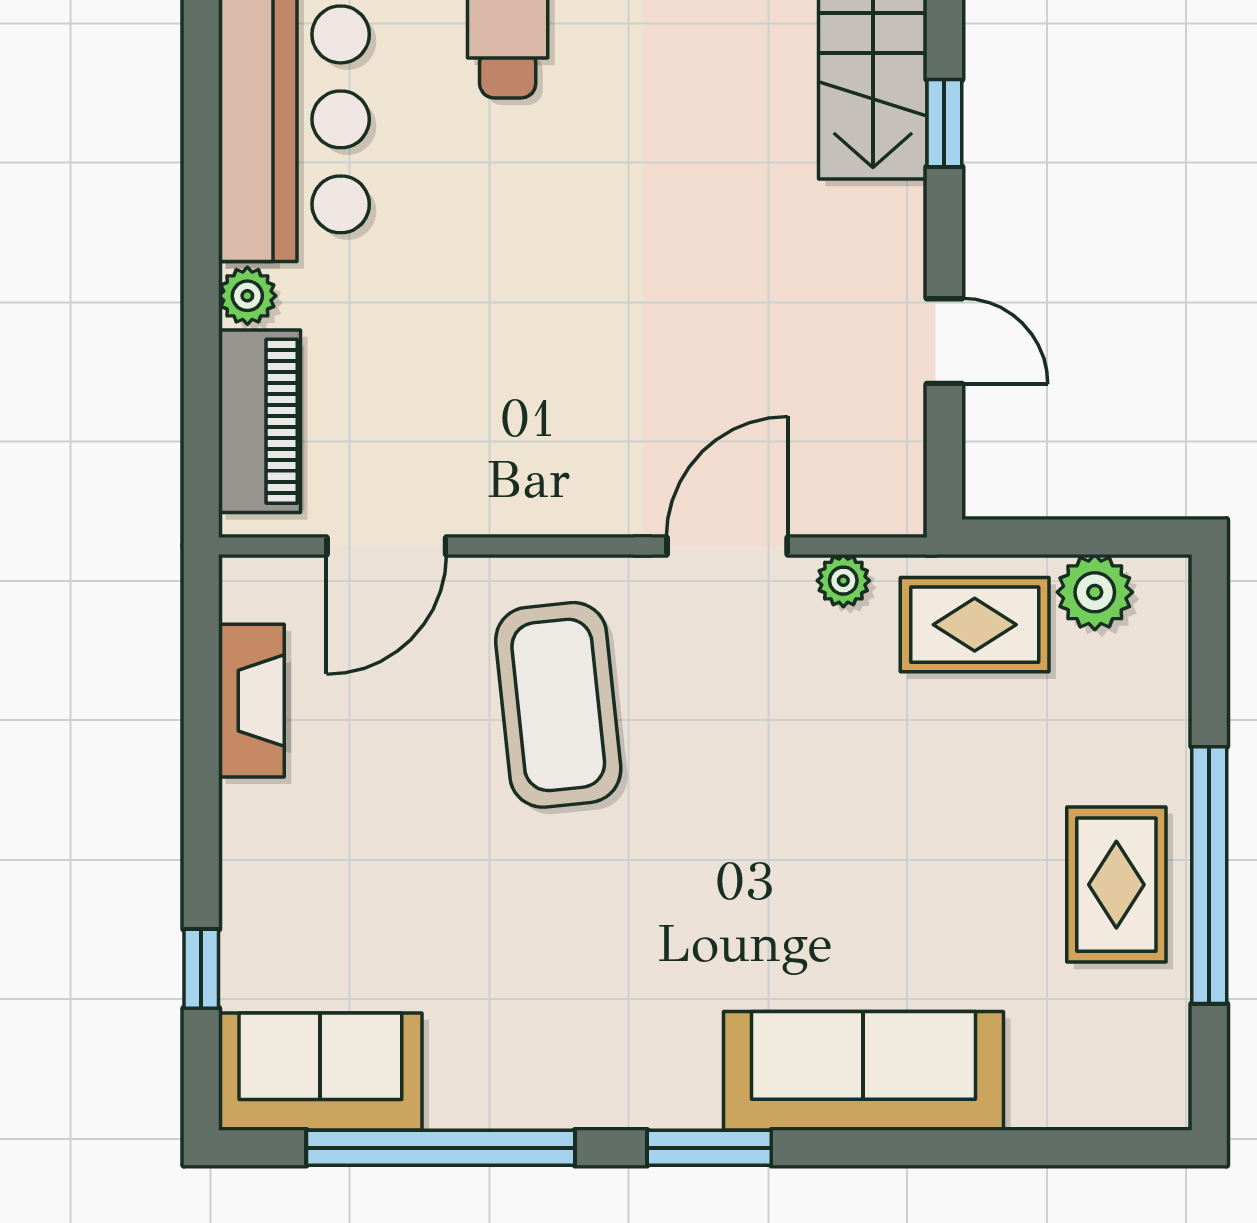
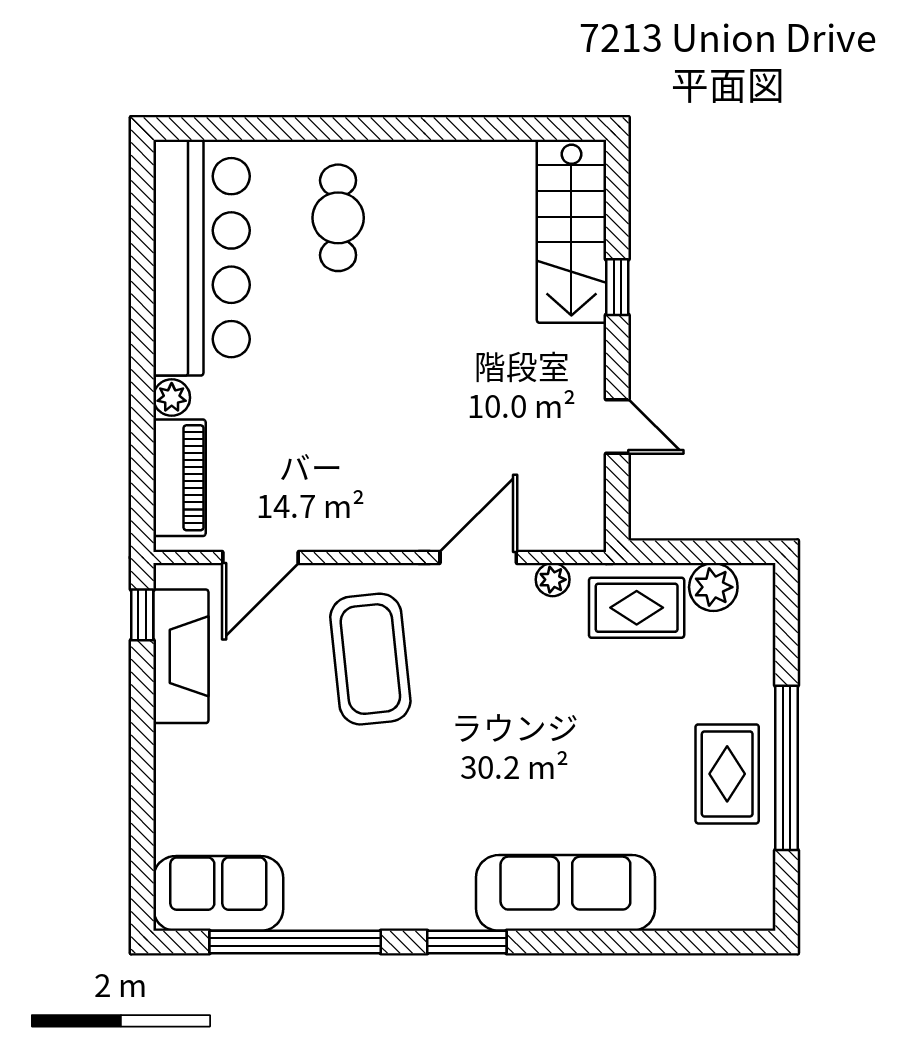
fireplace: (251, 701) -> (181, 656), width x1.37, depth x1.32
window: (201, 969) -> (142, 615), moved

